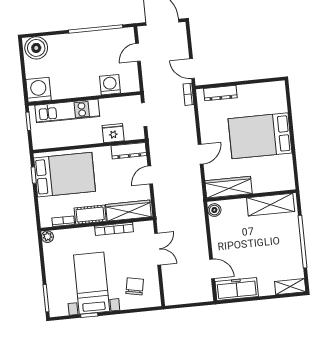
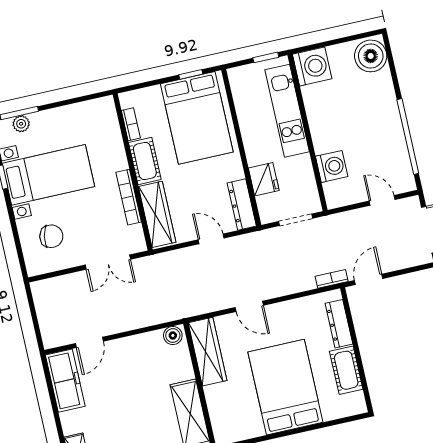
cot: (253, 92) -> (346, 370), added
plant: (47, 237) -> (21, 124), moved

